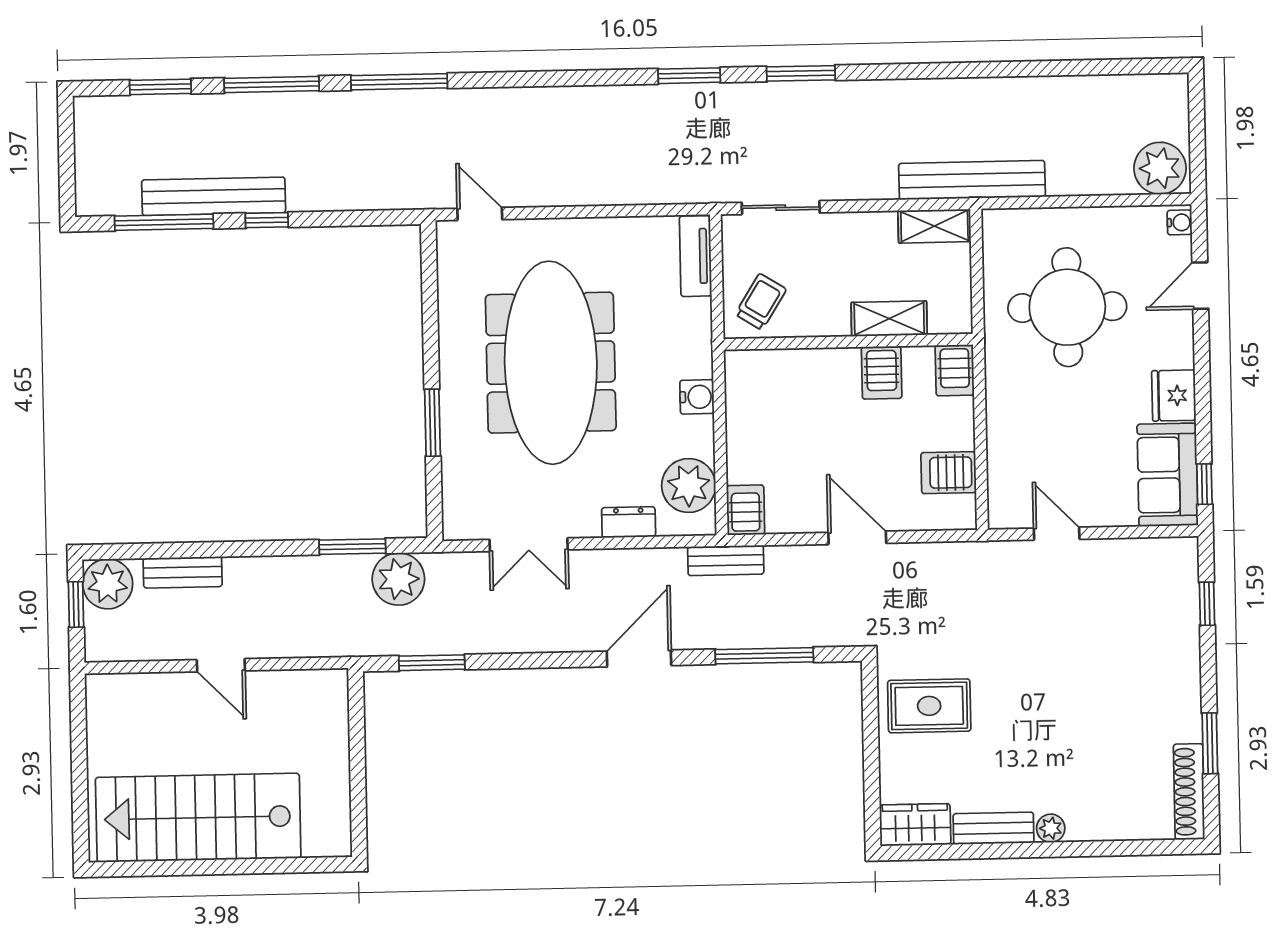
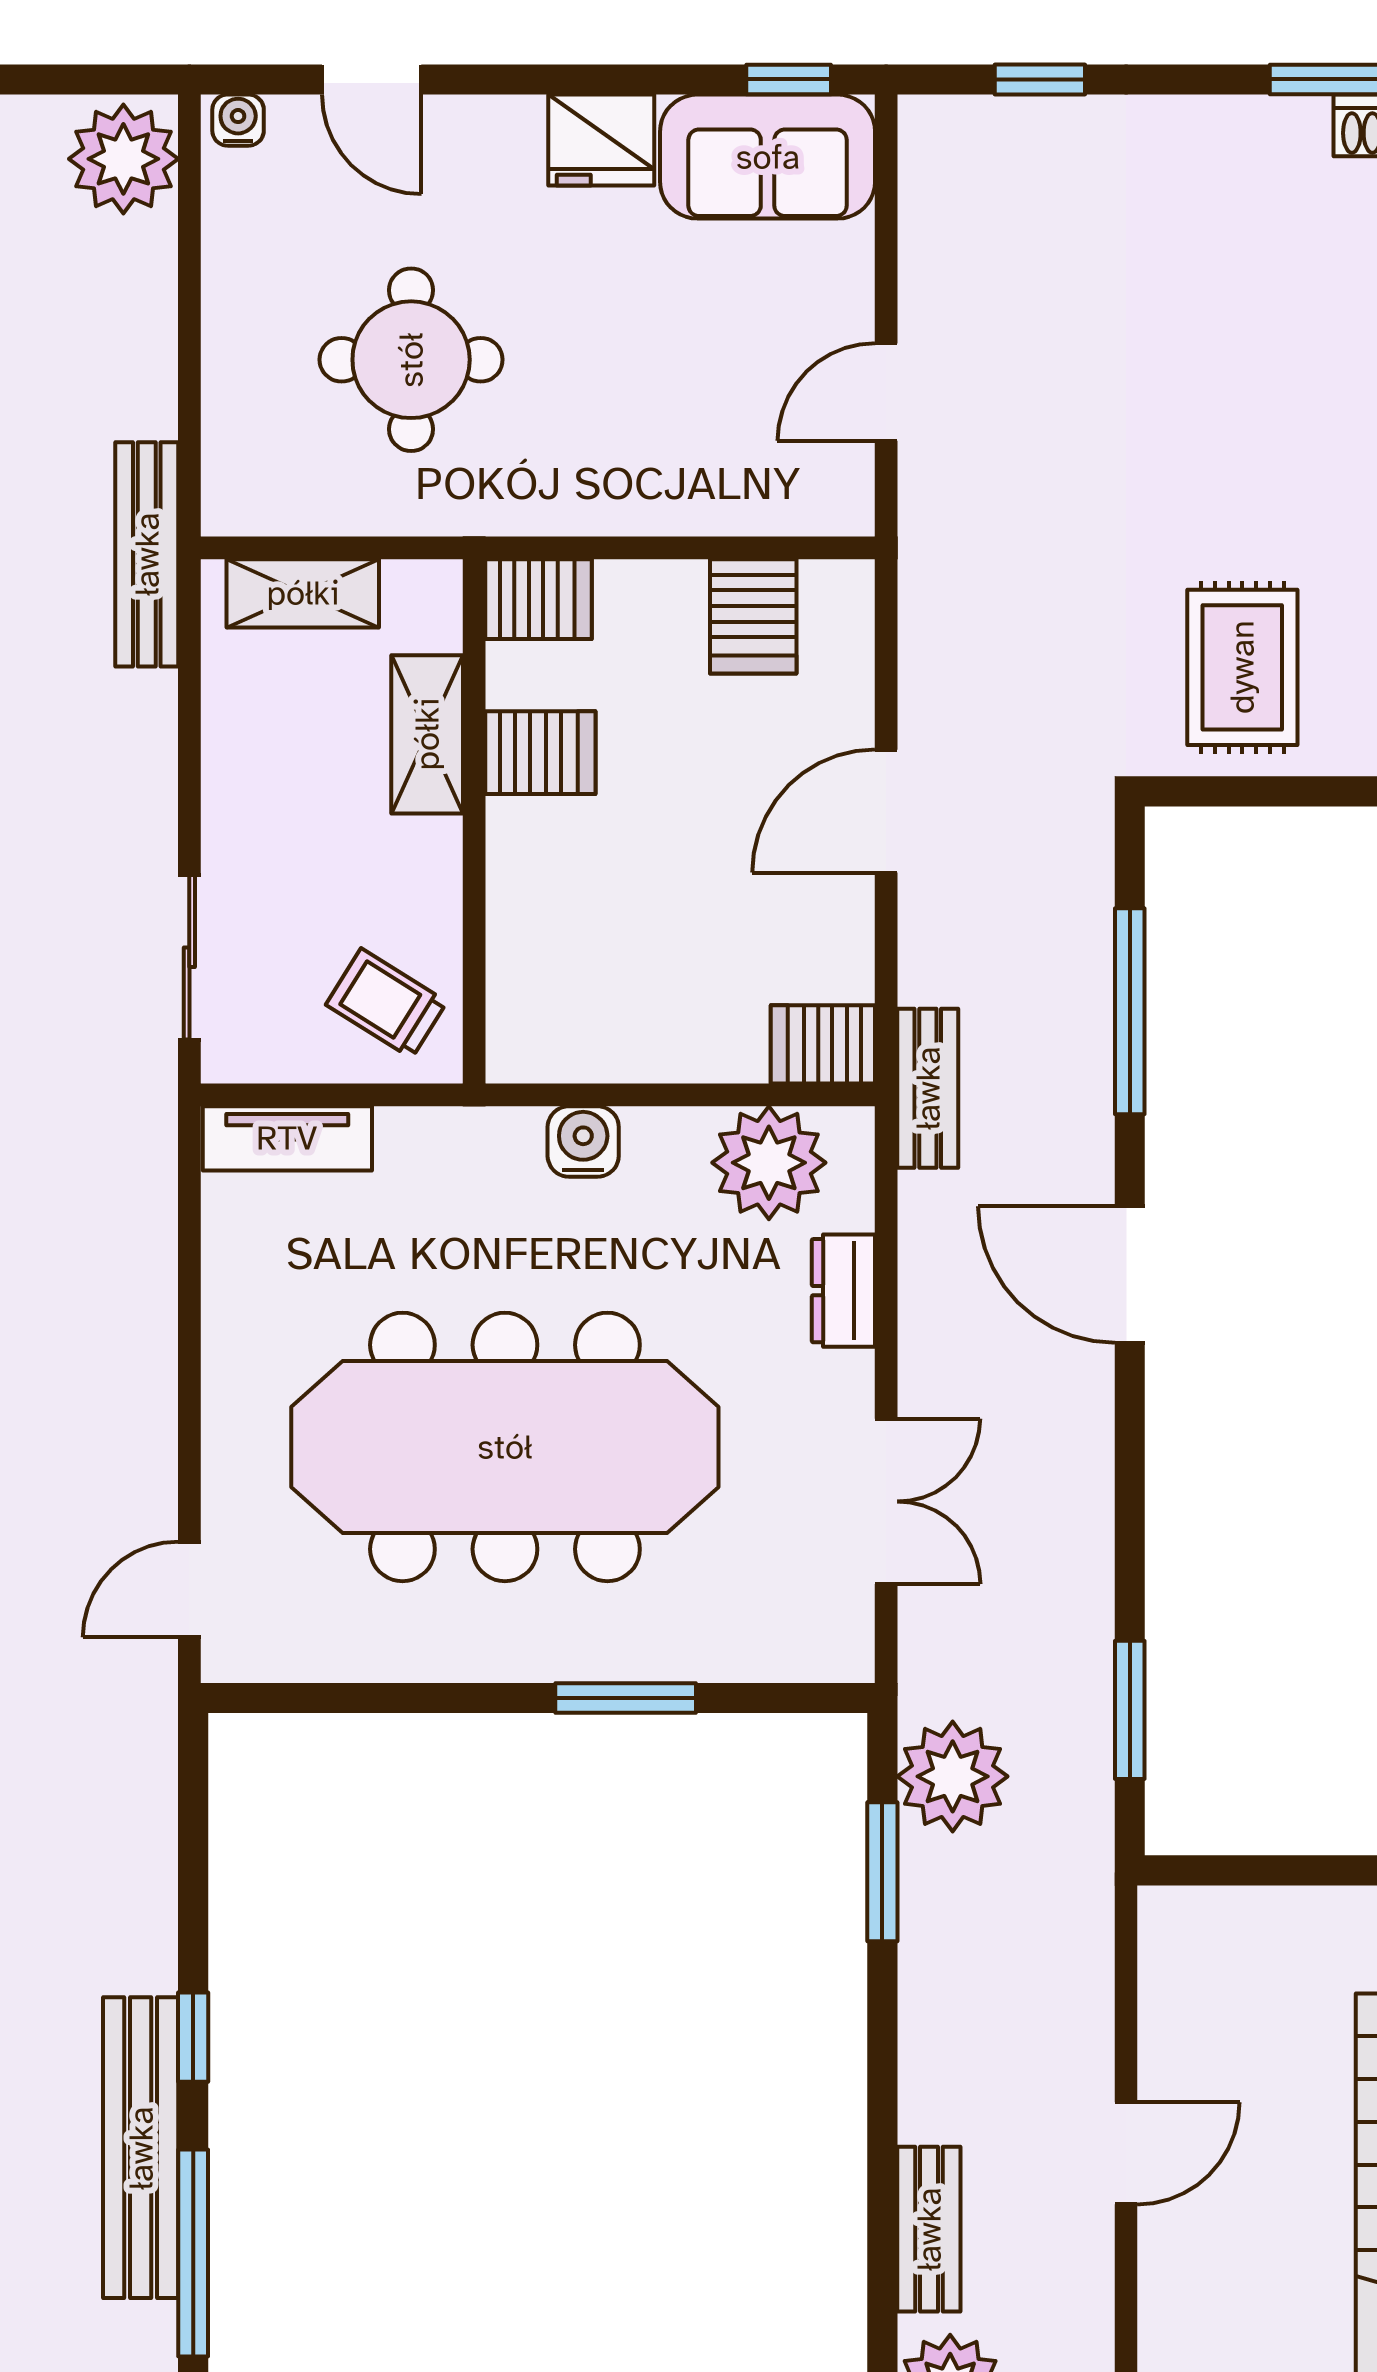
bench: (972, 180) -> (147, 554), width x0.73, depth x0.82
shelving: (934, 226) -> (303, 593), moved, turned 90
round table: (1067, 307) -> (411, 360), width x0.73, depth x0.73

